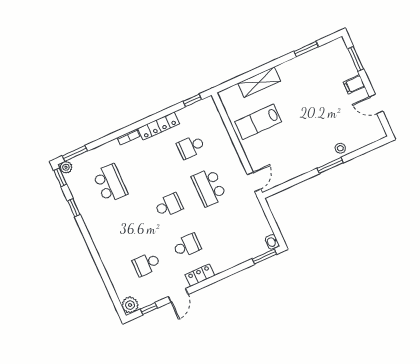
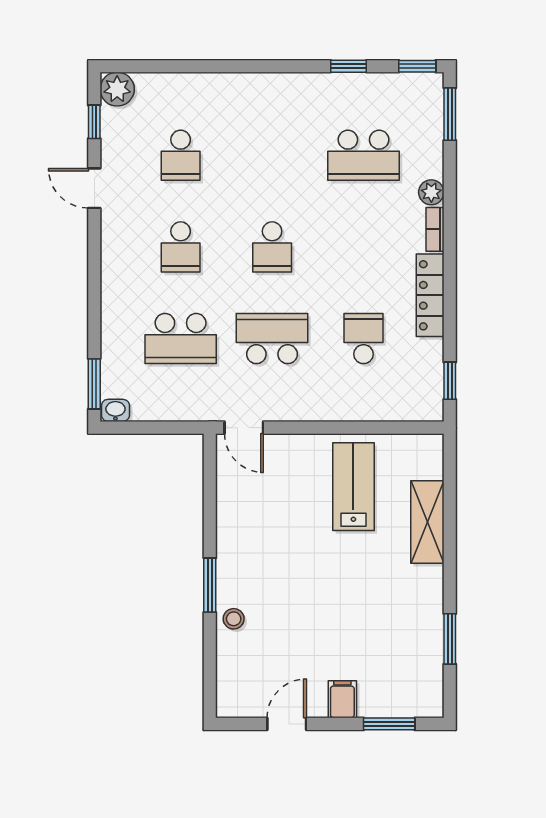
plant: (66, 167) -> (431, 192), moved
school desk: (227, 227) -> (181, 339), added
school desk: (147, 264) -> (181, 155), turned 180
locker: (200, 275) -> (114, 246), removed

